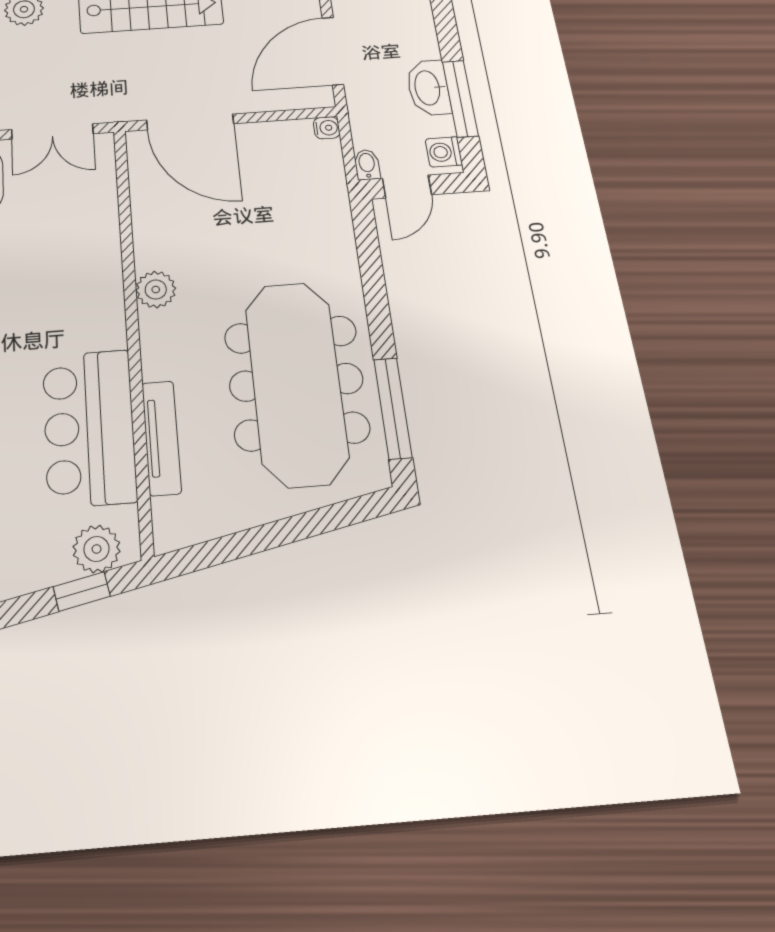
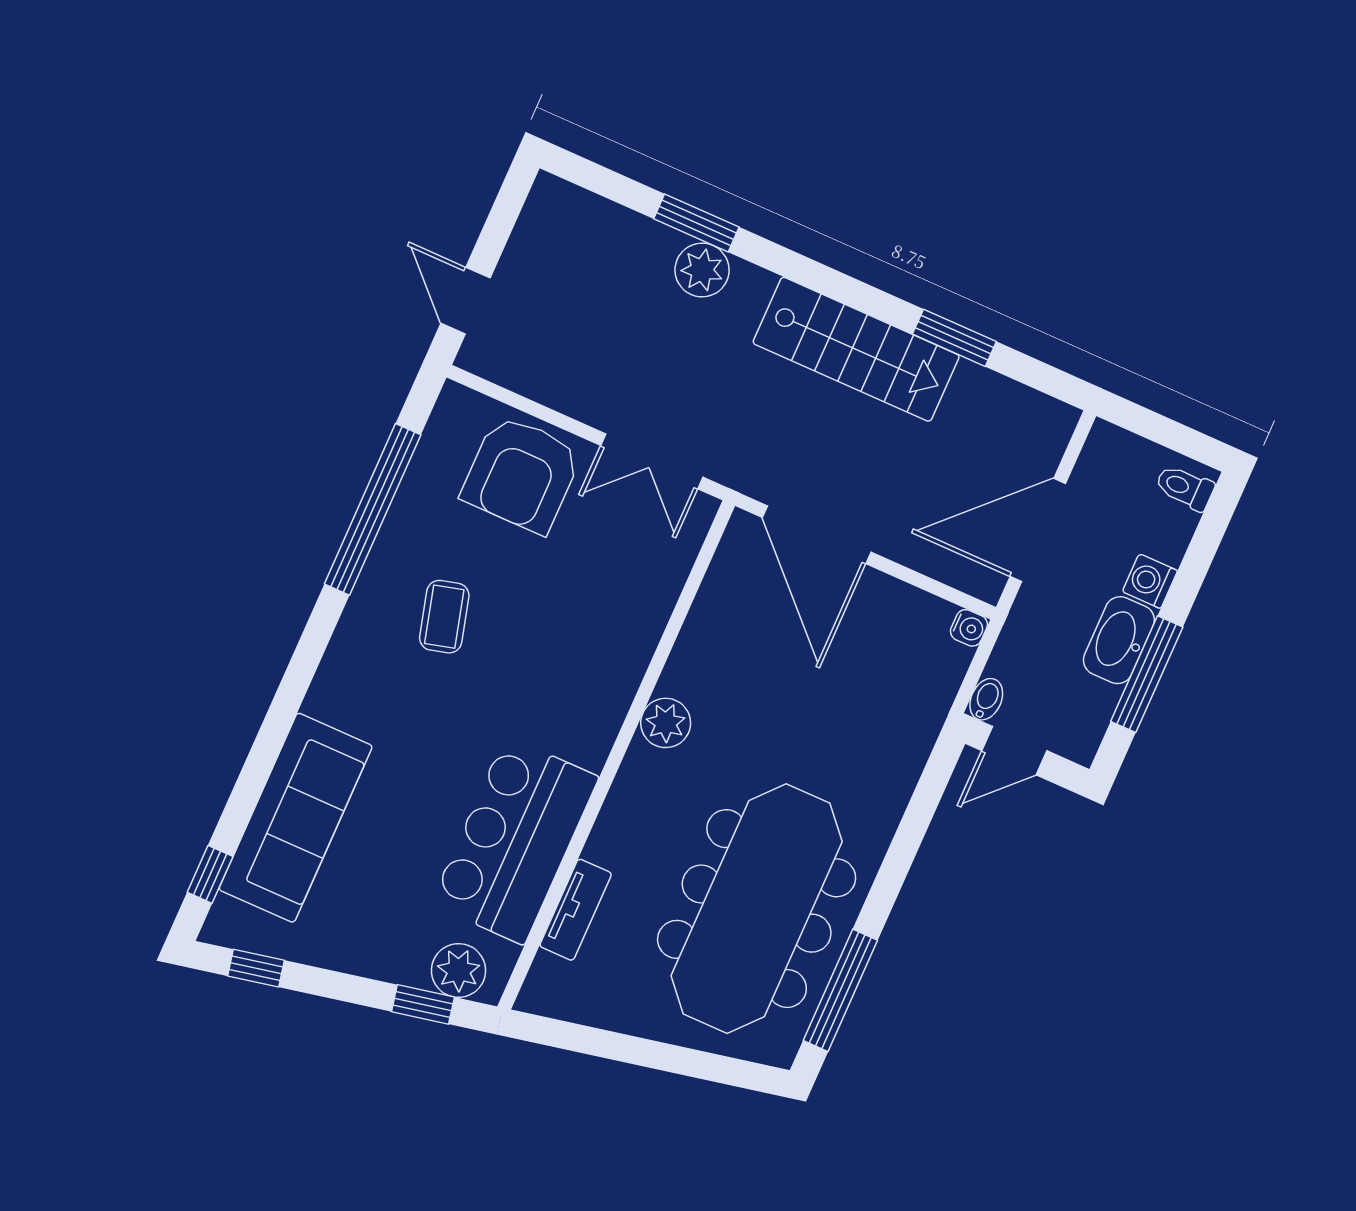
washing machine: (444, 152) -> (1150, 581), moved
tv unit: (161, 438) -> (576, 910), width x0.71

